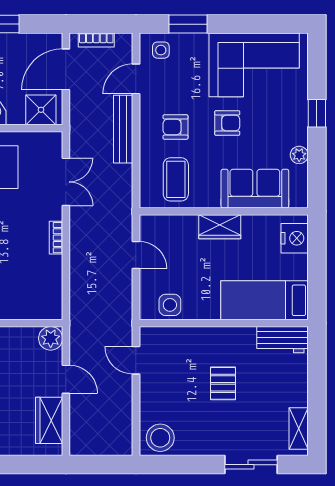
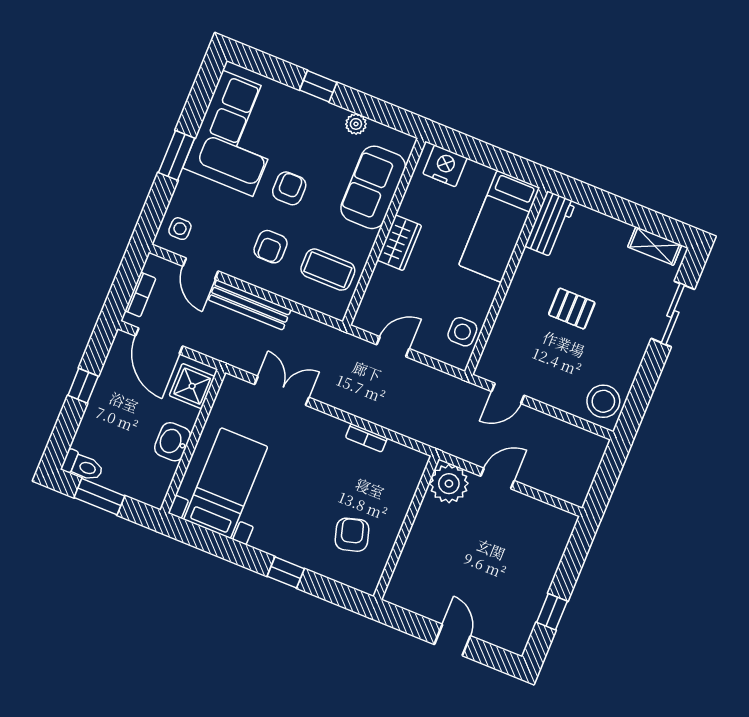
window: (188, 24) -> (177, 155), moved
bookcase: (56, 238) -> (366, 438), moved
plant: (51, 338) -> (449, 484), width x1.36, depth x1.36
wardrobe: (49, 420) -> (535, 515), removed

